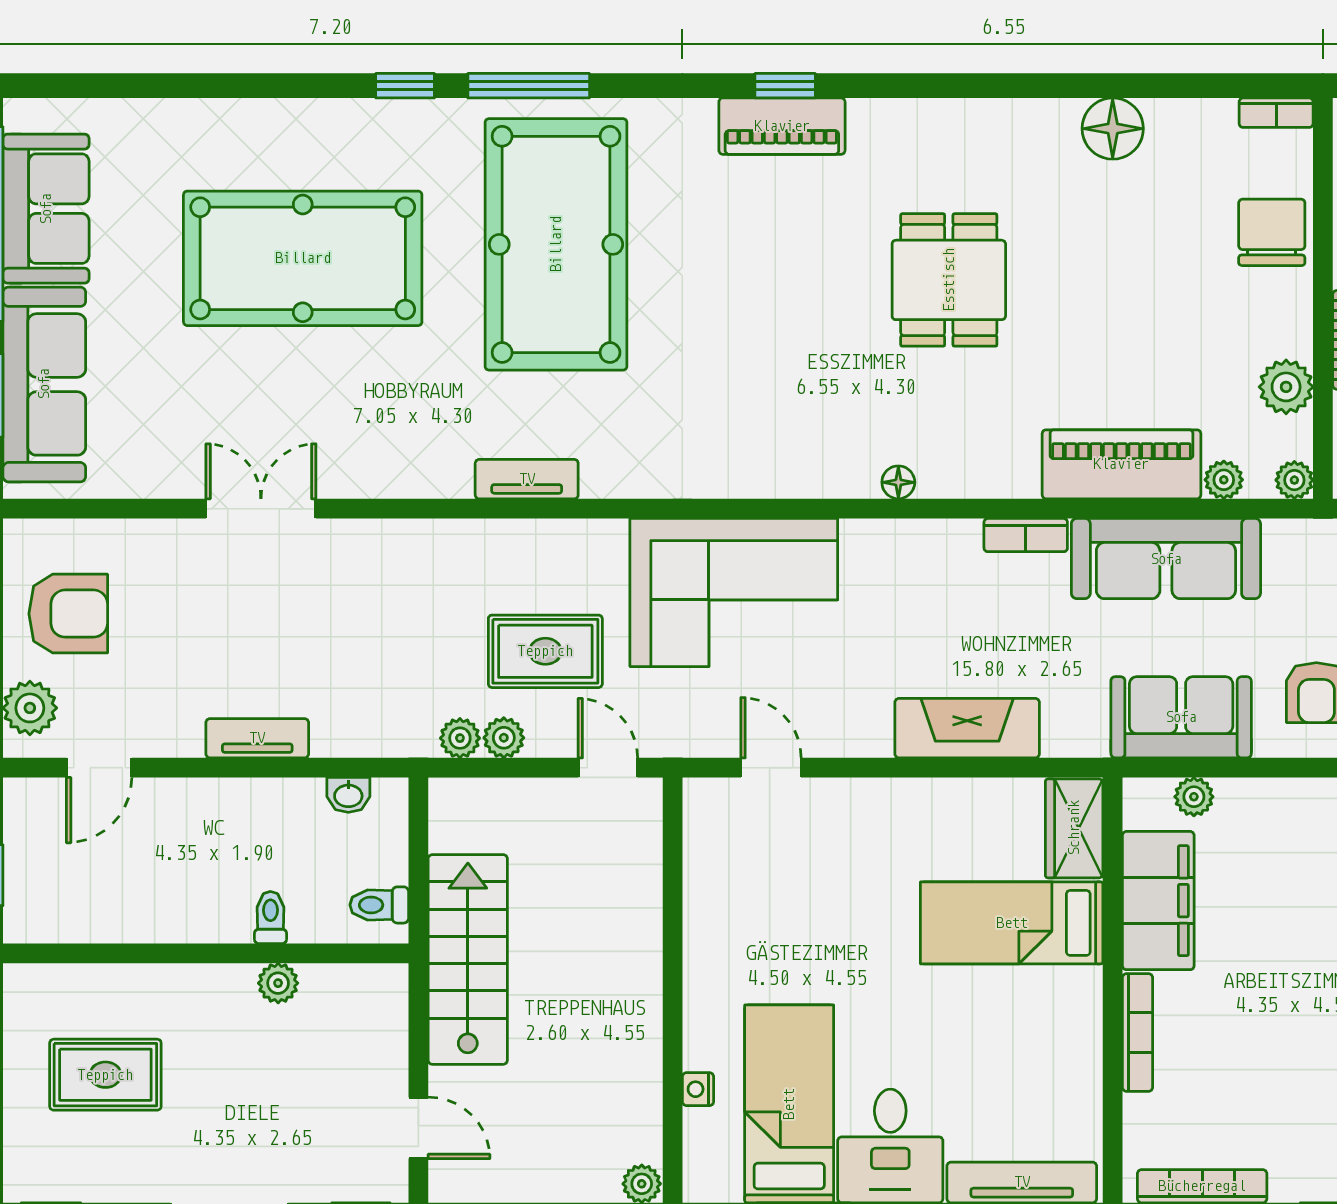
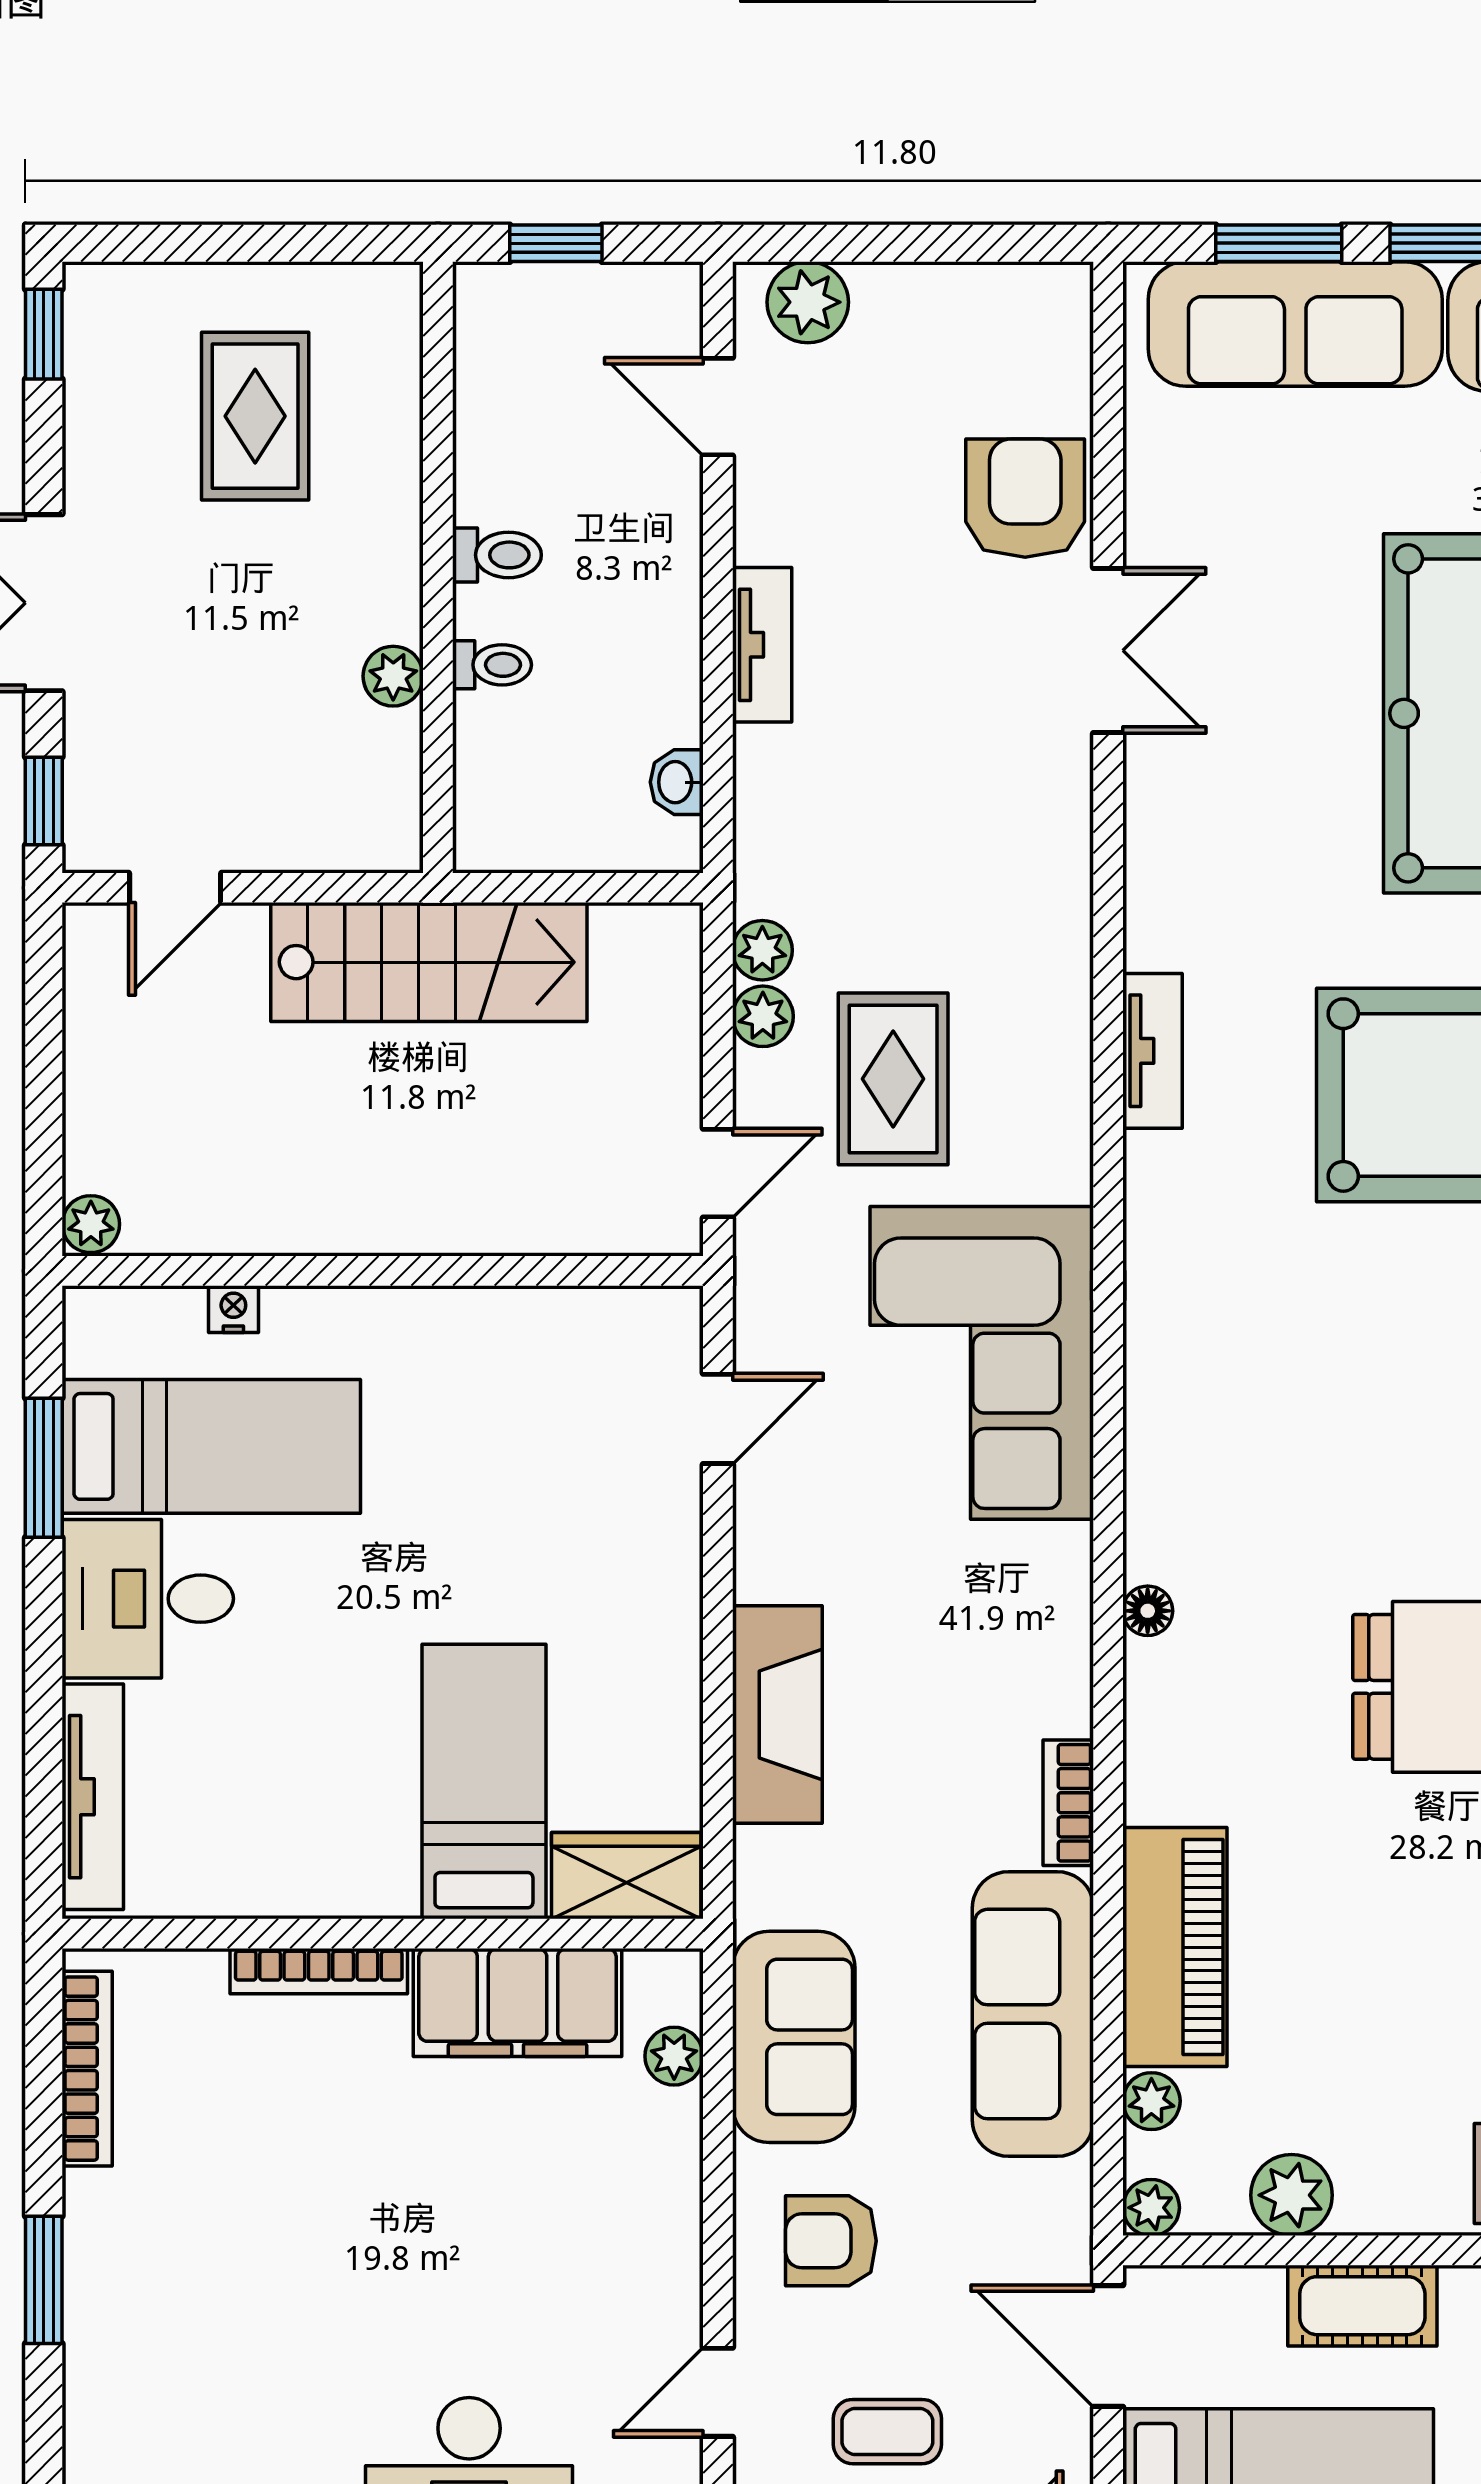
armchair: (68, 614) -> (1025, 498), moved, turned 180
toilet: (379, 905) -> (497, 555), moved, turned 90

